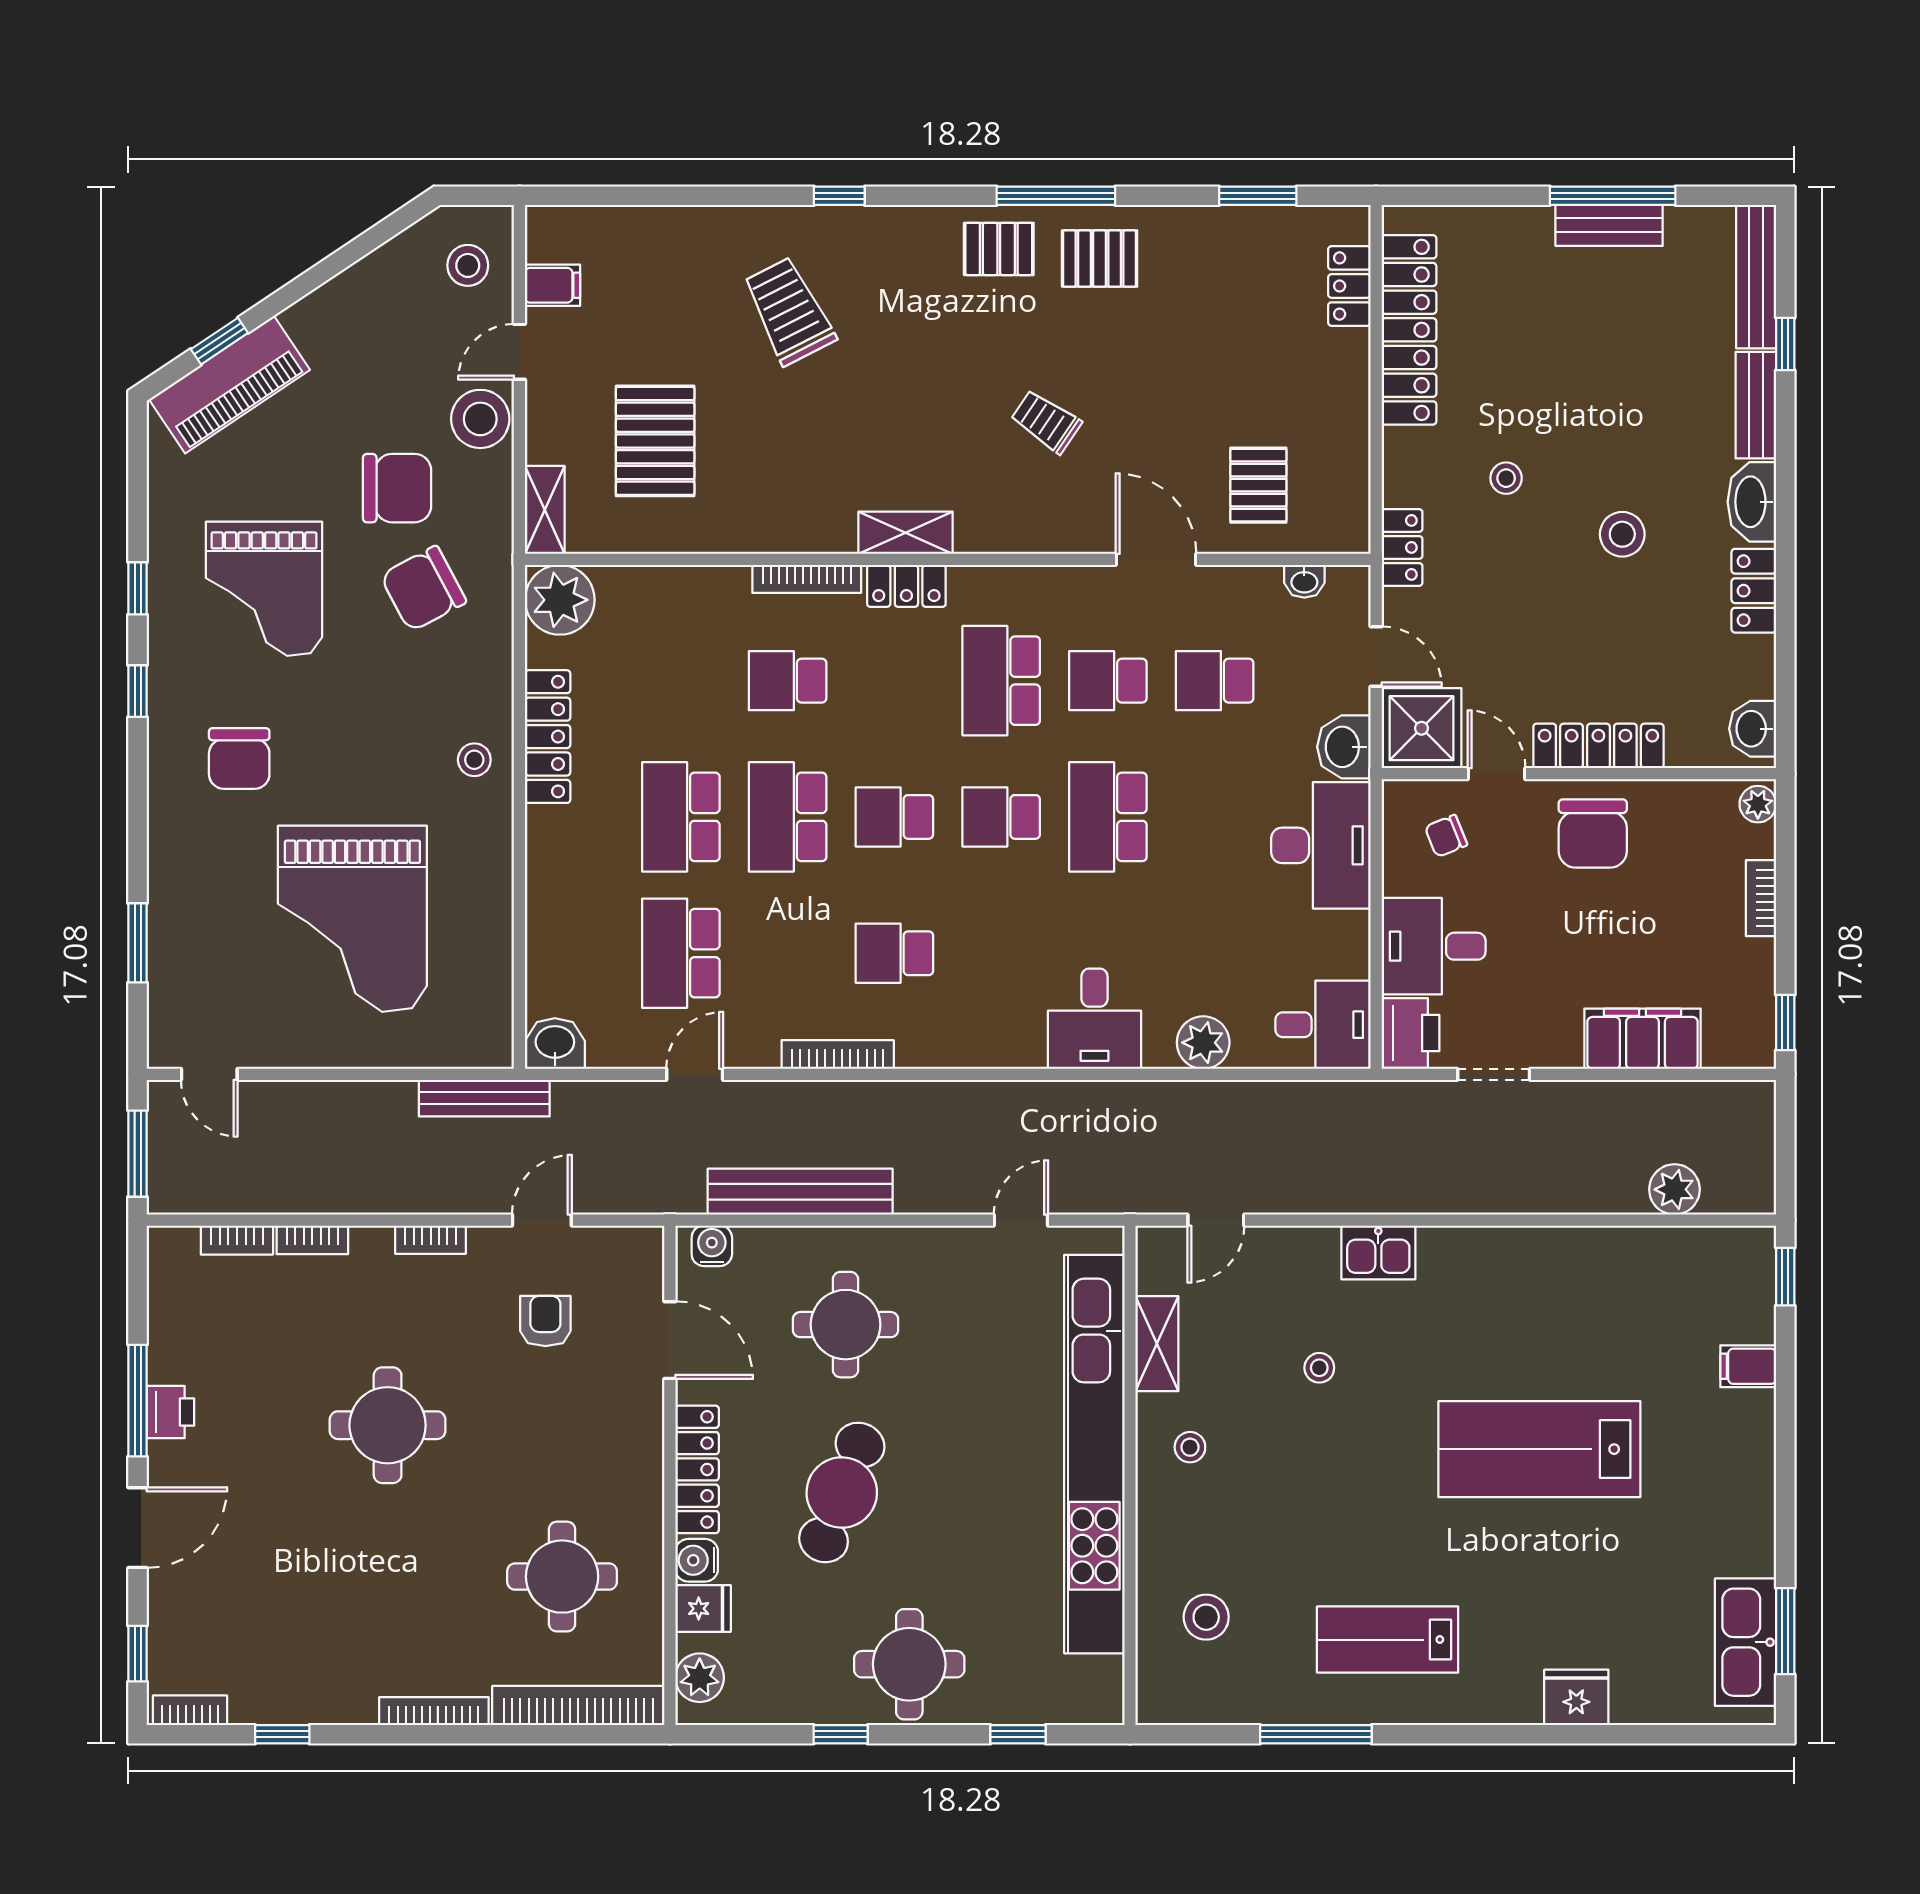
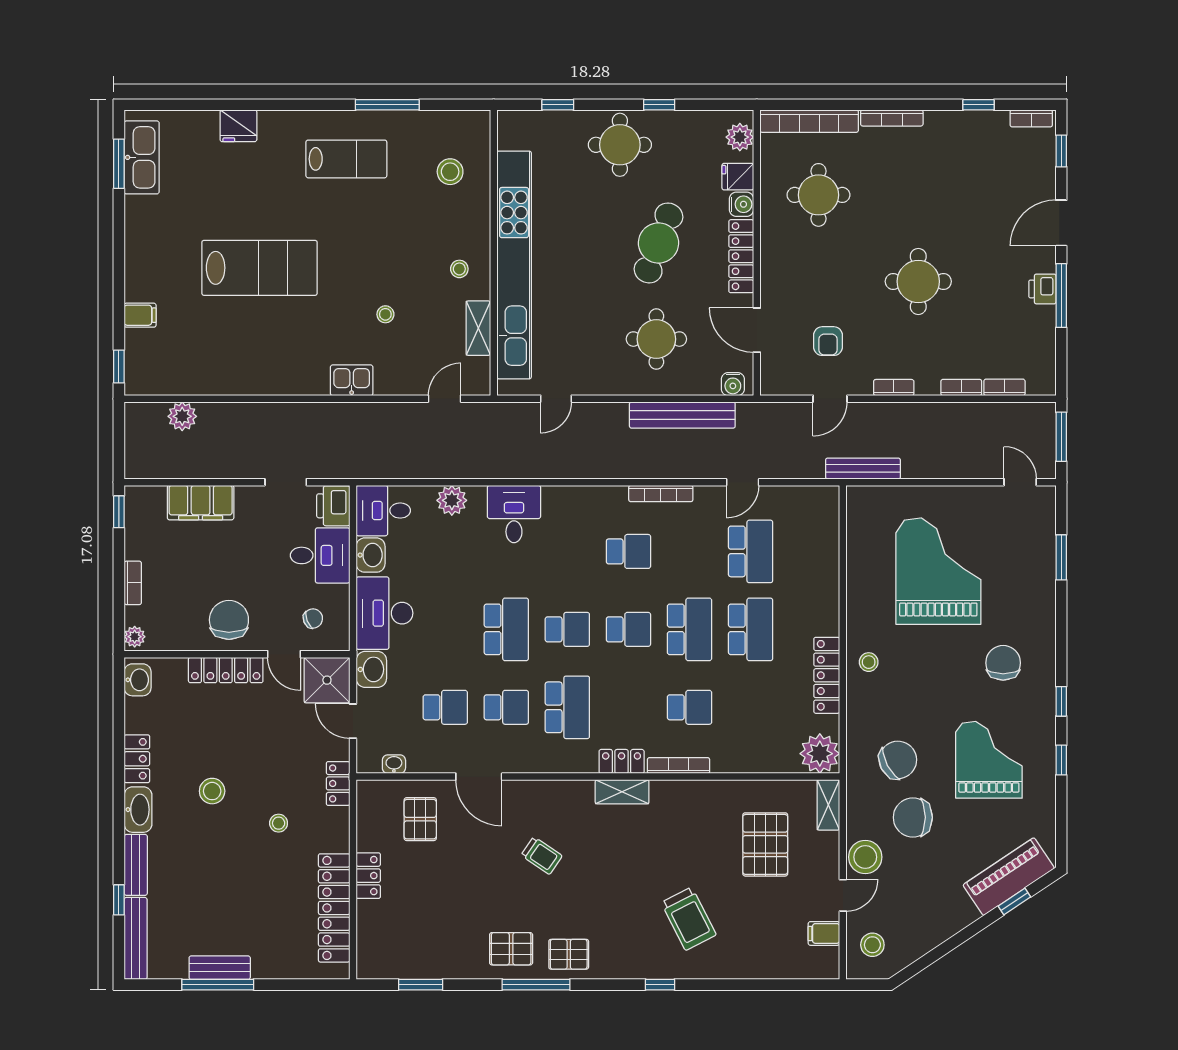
locker: (1349, 286) -> (368, 876), moved
washbasin: (555, 1043) -> (371, 555), moved, turned -90

